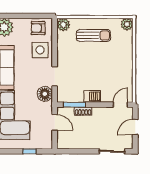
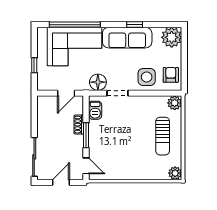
barbecue: (92, 96) -> (95, 110), moved
window: (74, 105) -> (86, 135), moved
door: (135, 127) -> (61, 182), hinge flipped
sliding door: (112, 151) -> (34, 157), width x1.37

